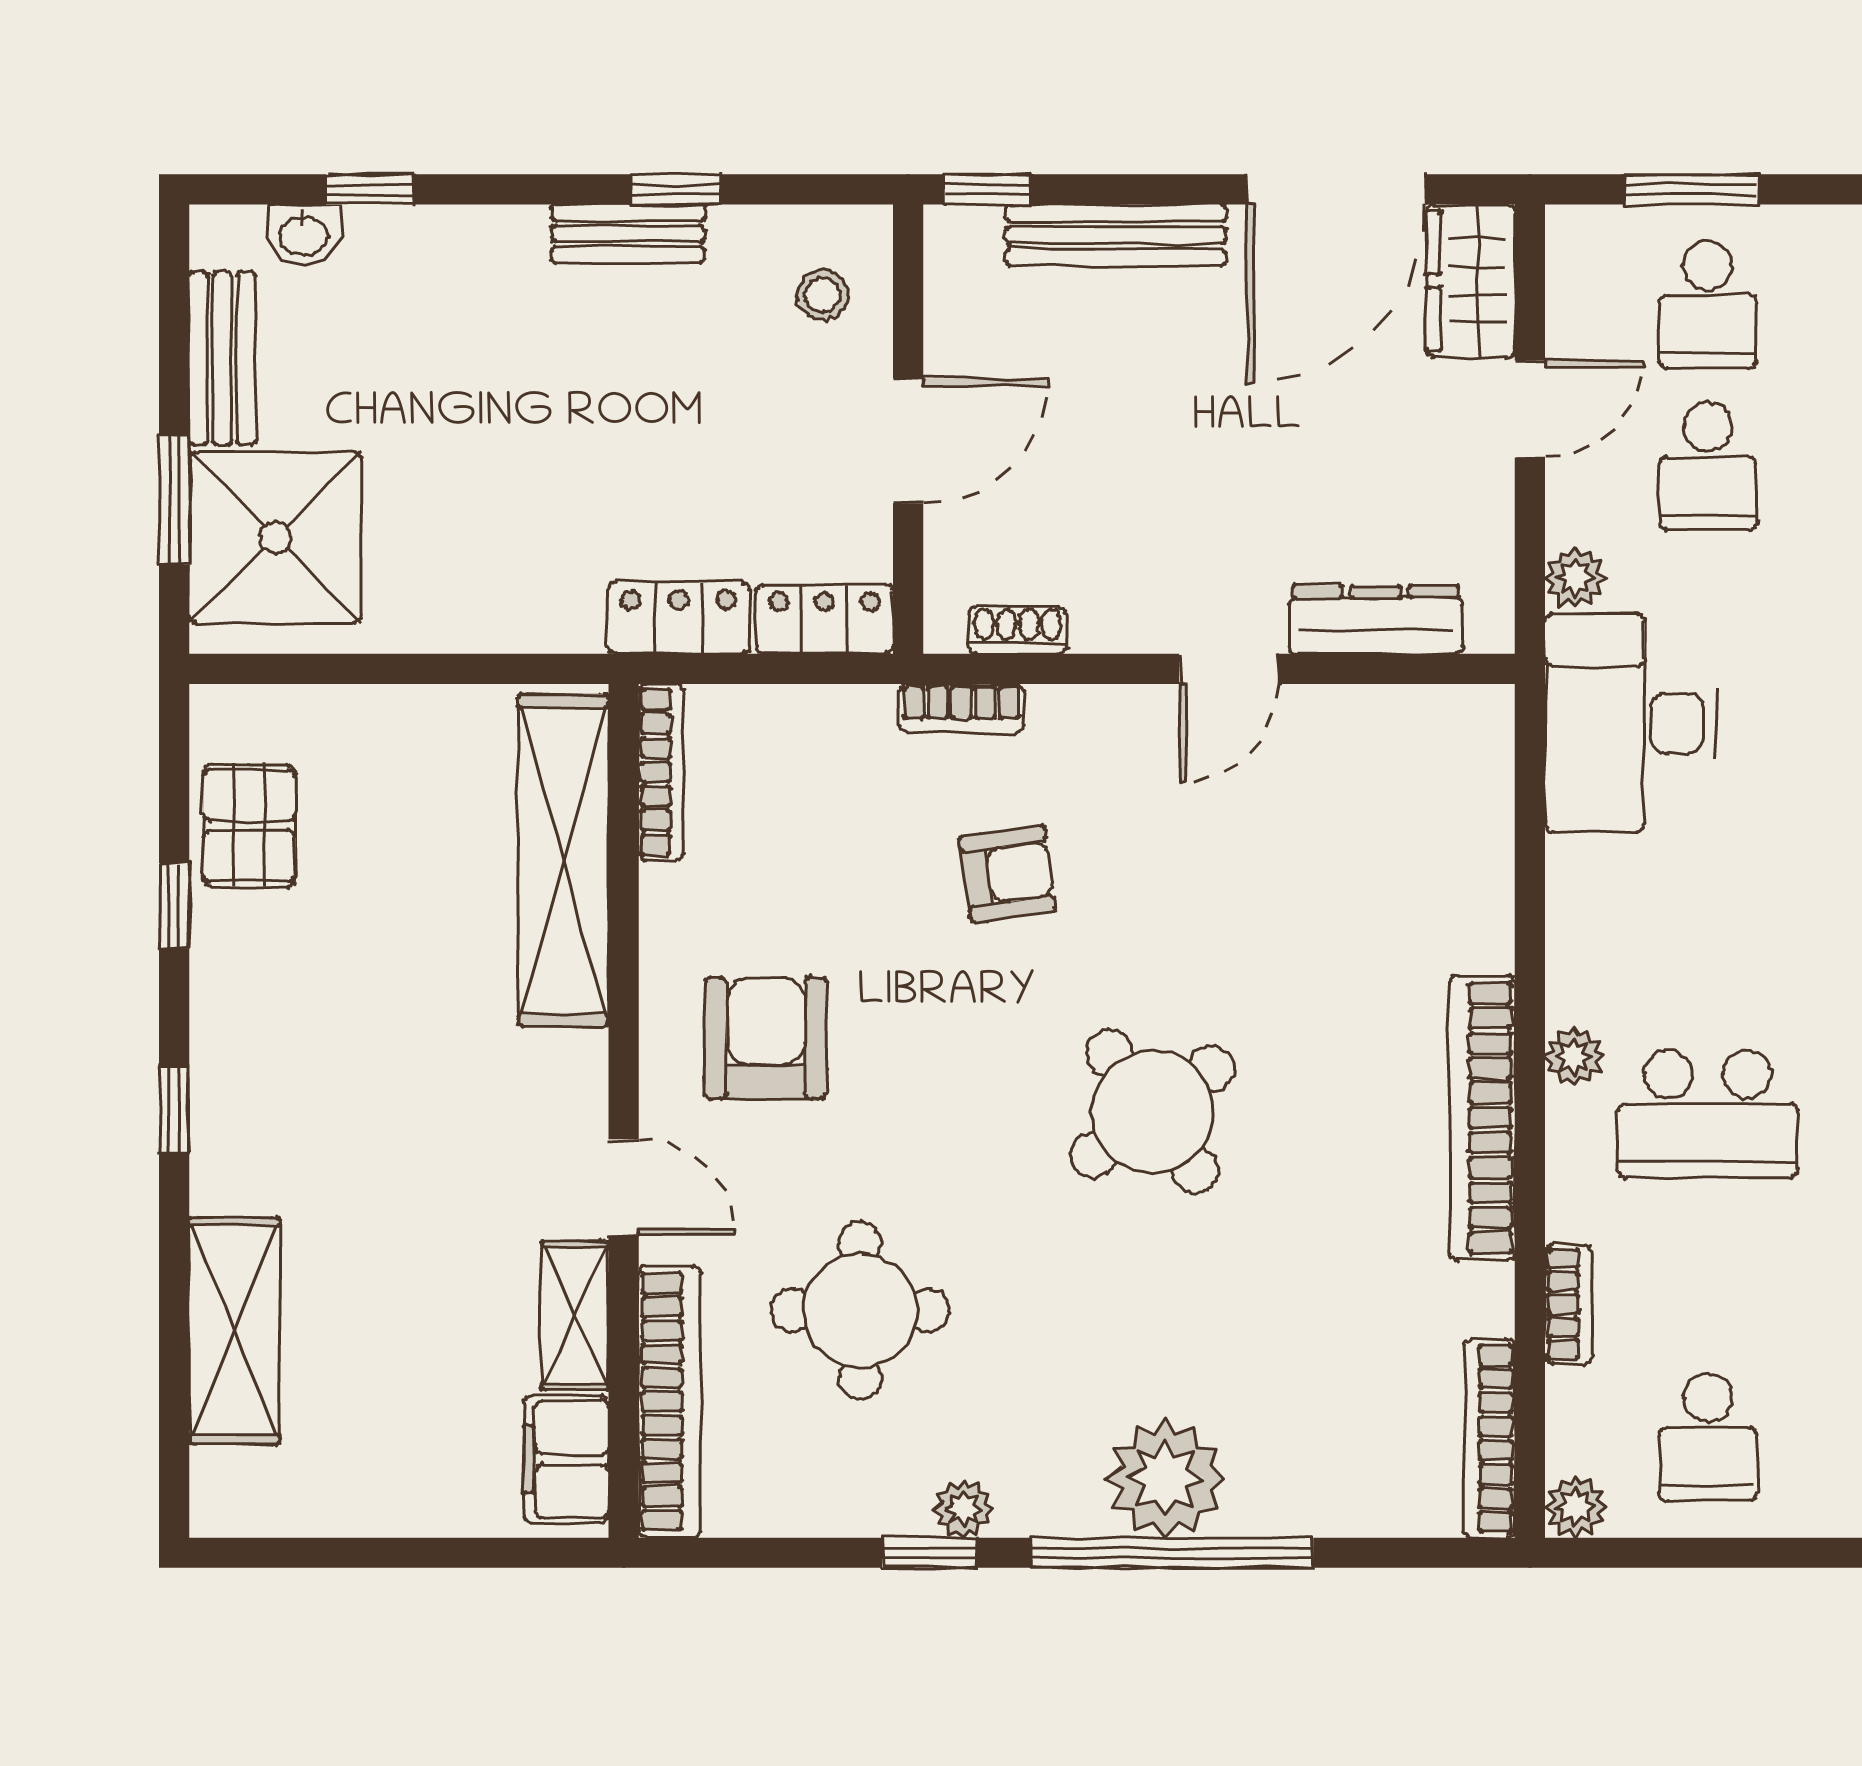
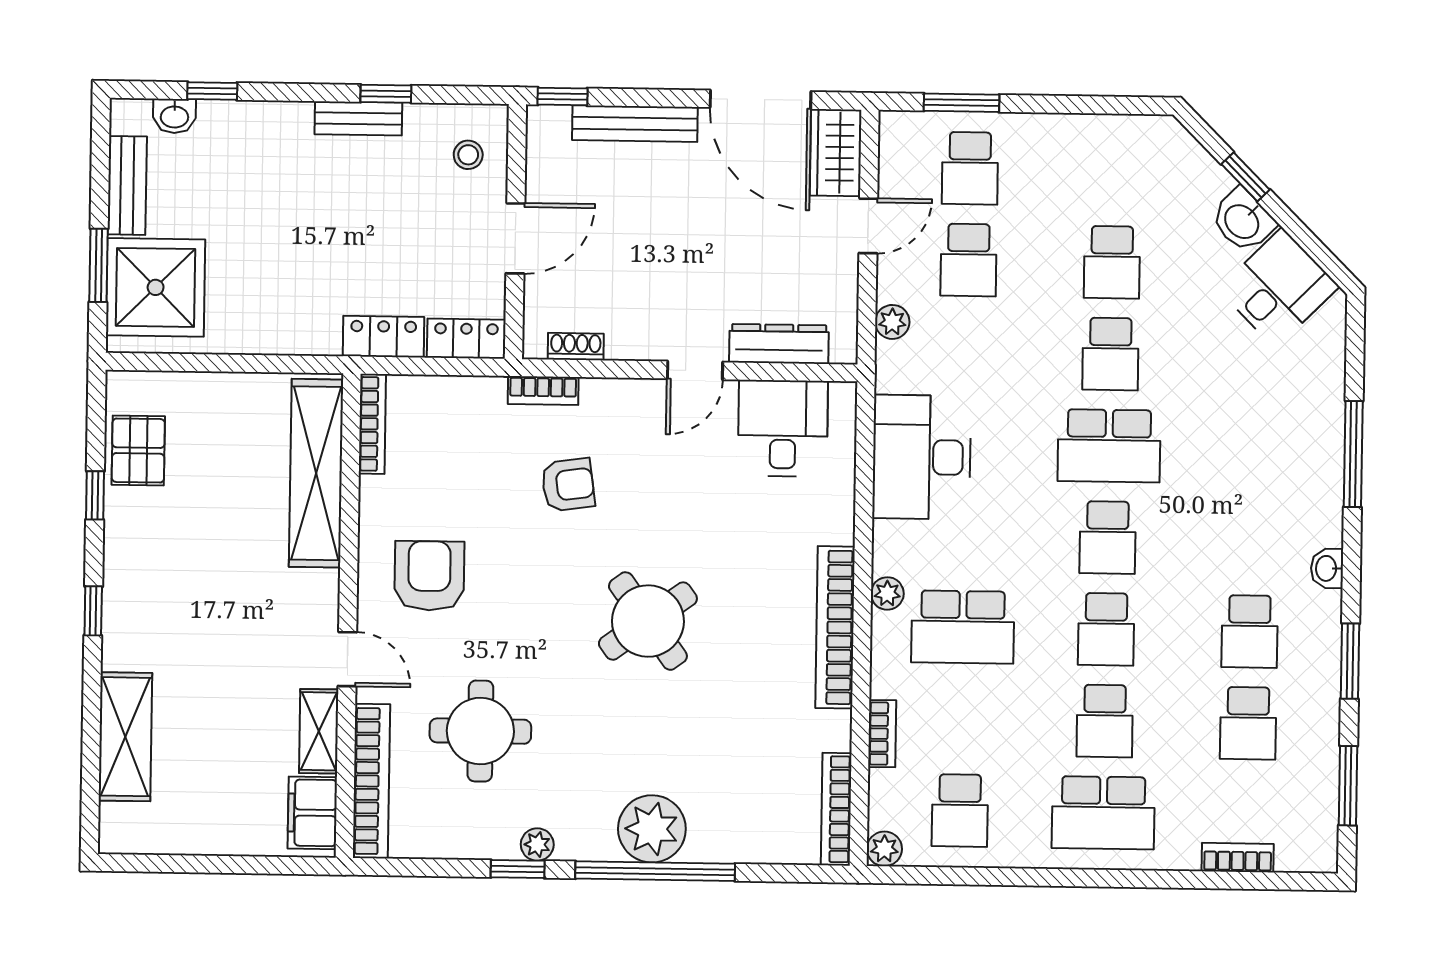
door: (1337, 189) -> (761, 100), hinge flipped
desk: (1631, 723) -> (922, 457), moved
desk: (1385, 768) -> (783, 428), added

